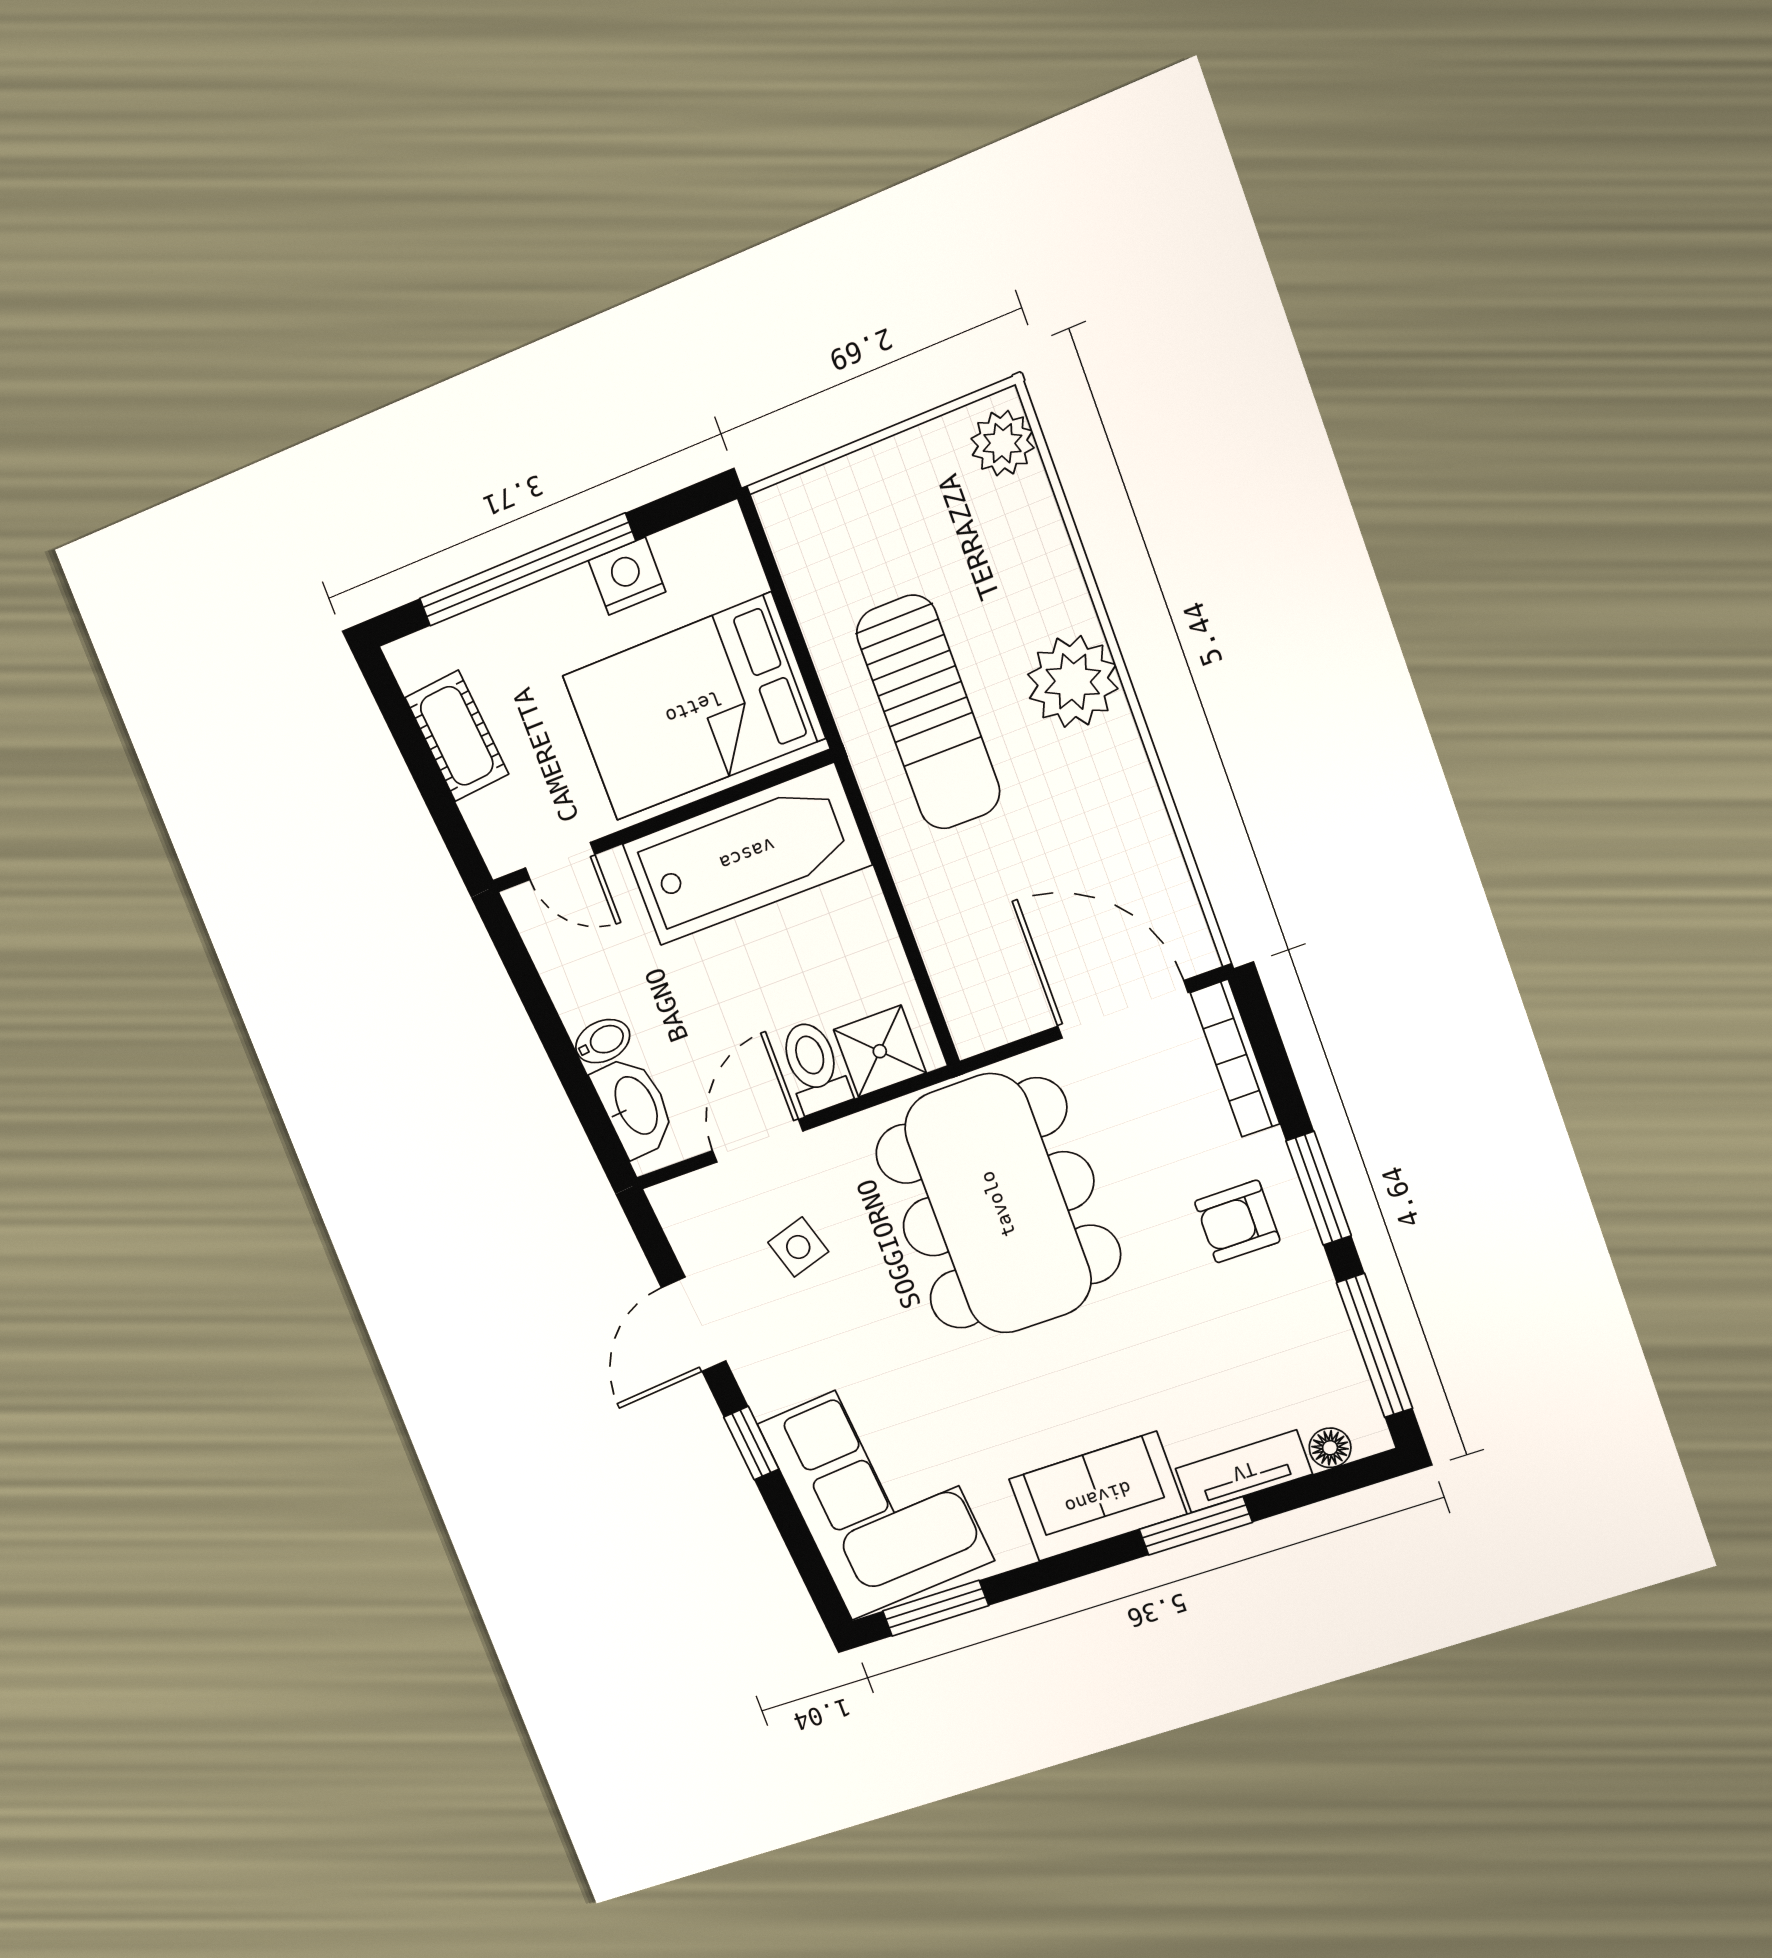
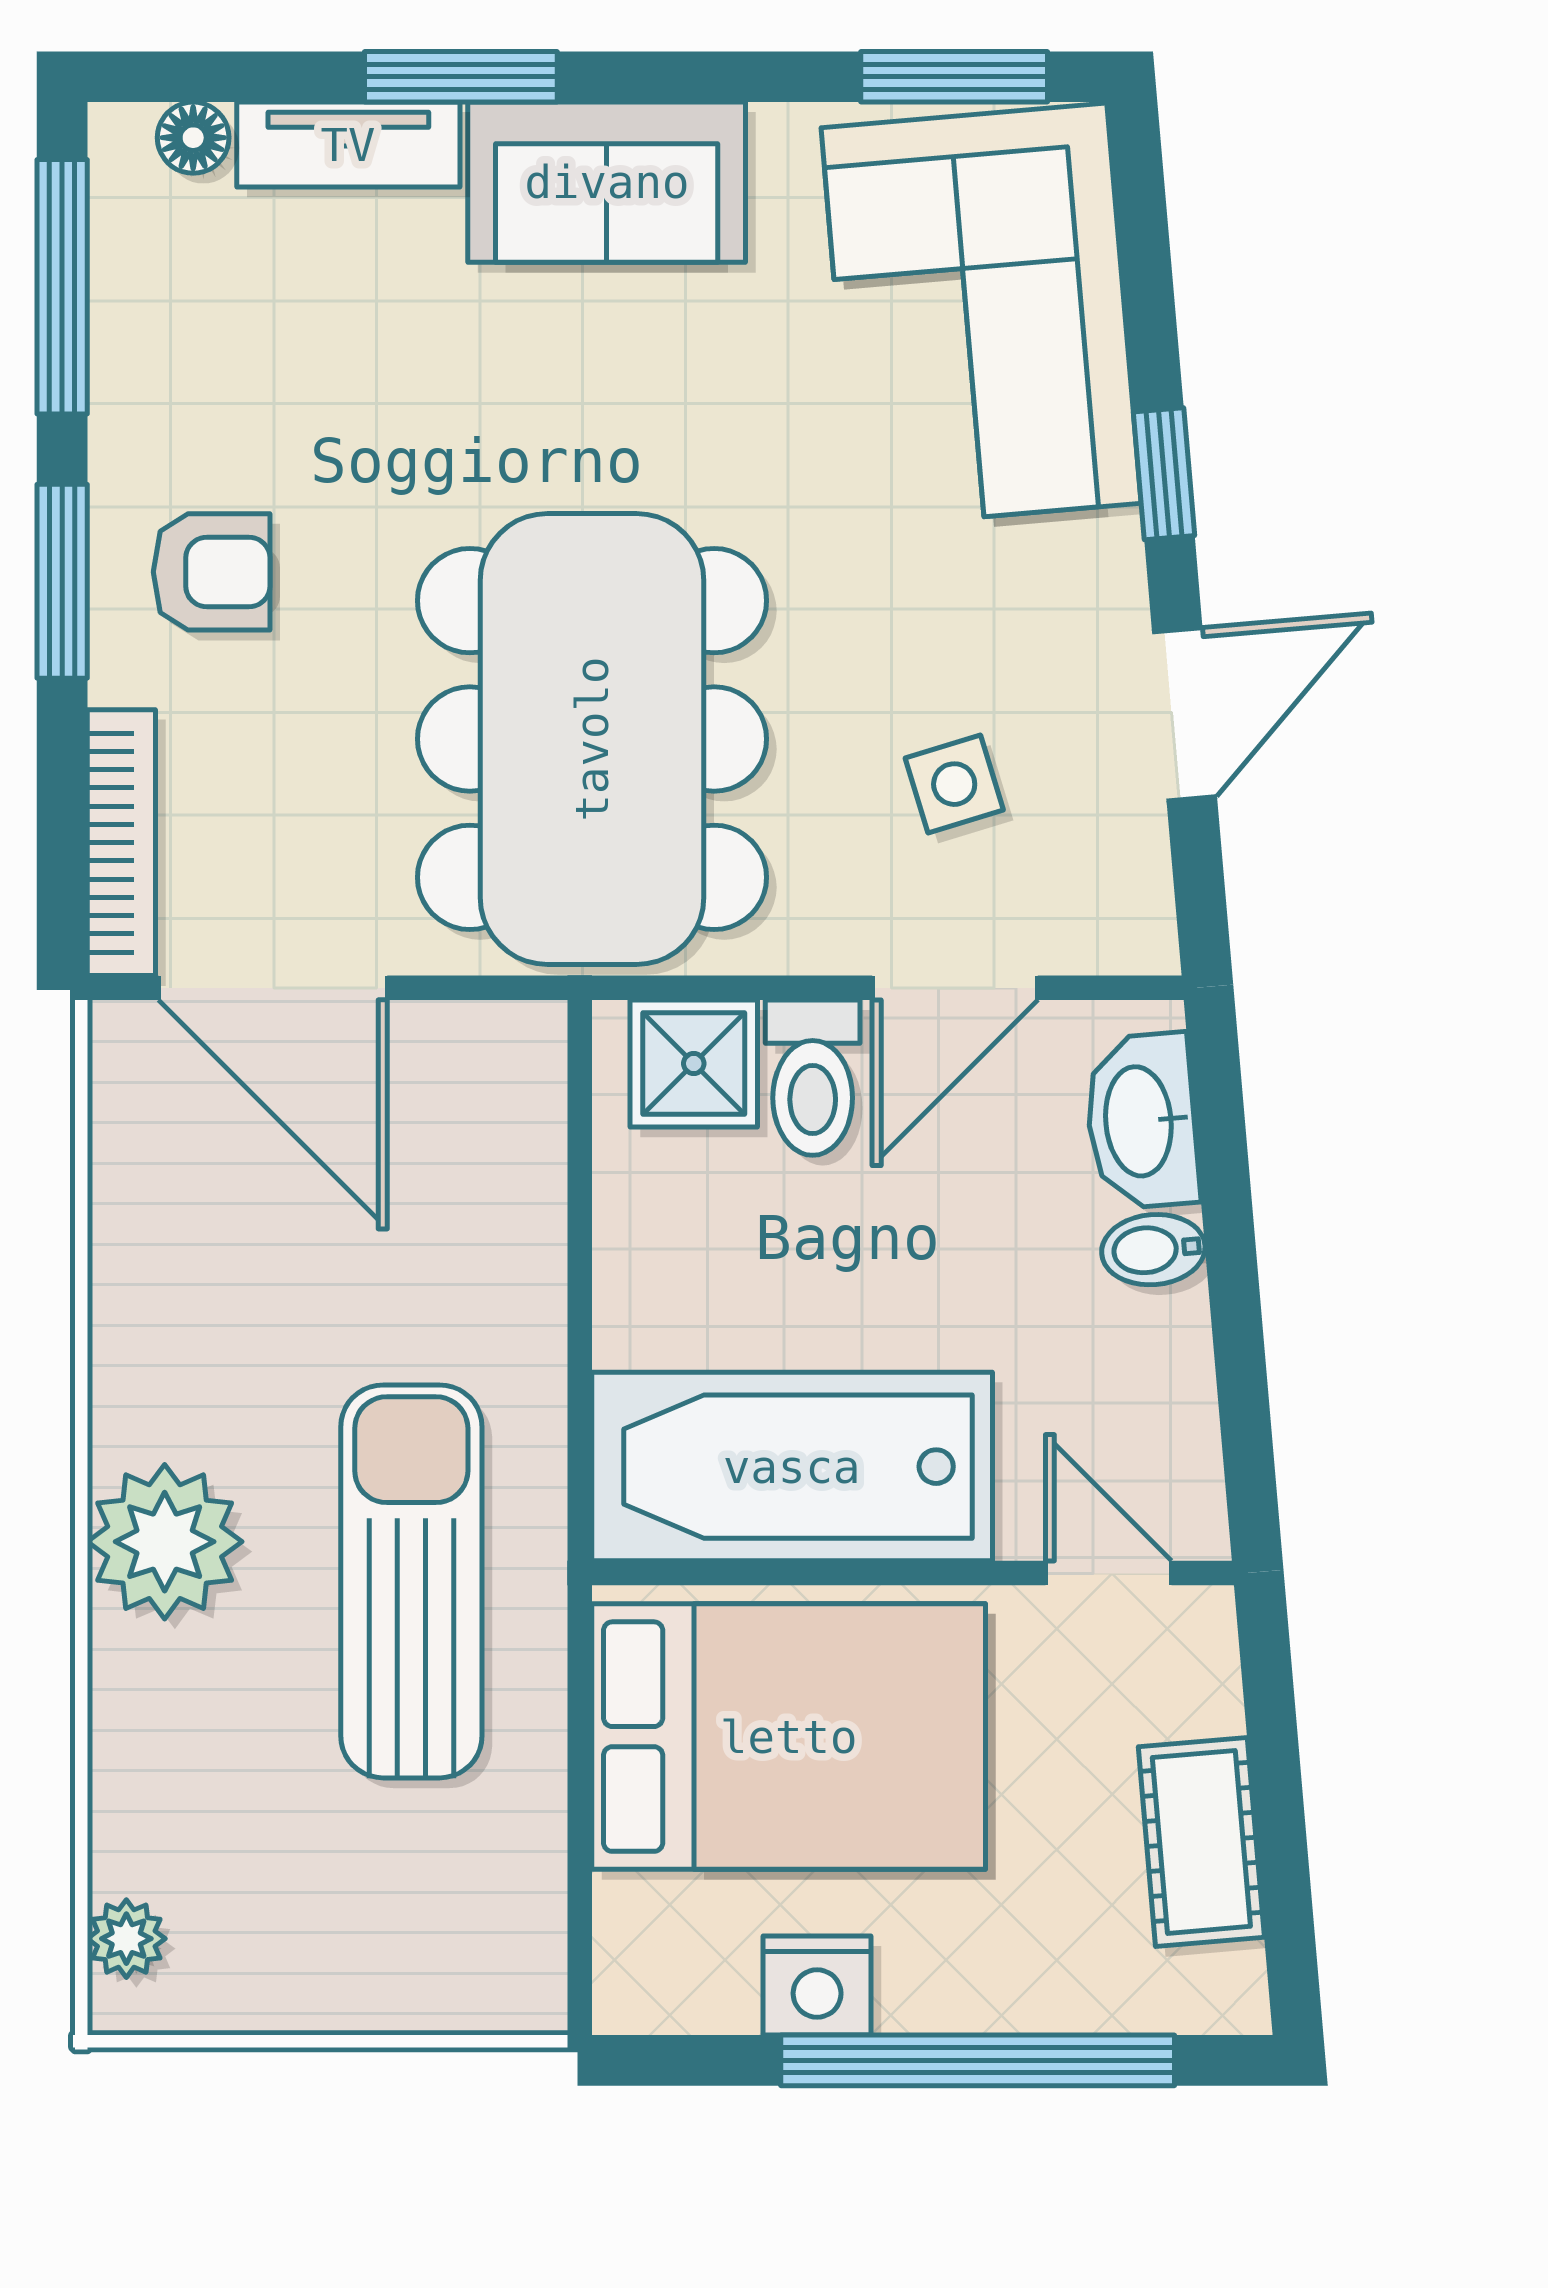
plant: (1002, 443) -> (126, 1939), width x0.73, depth x0.73

